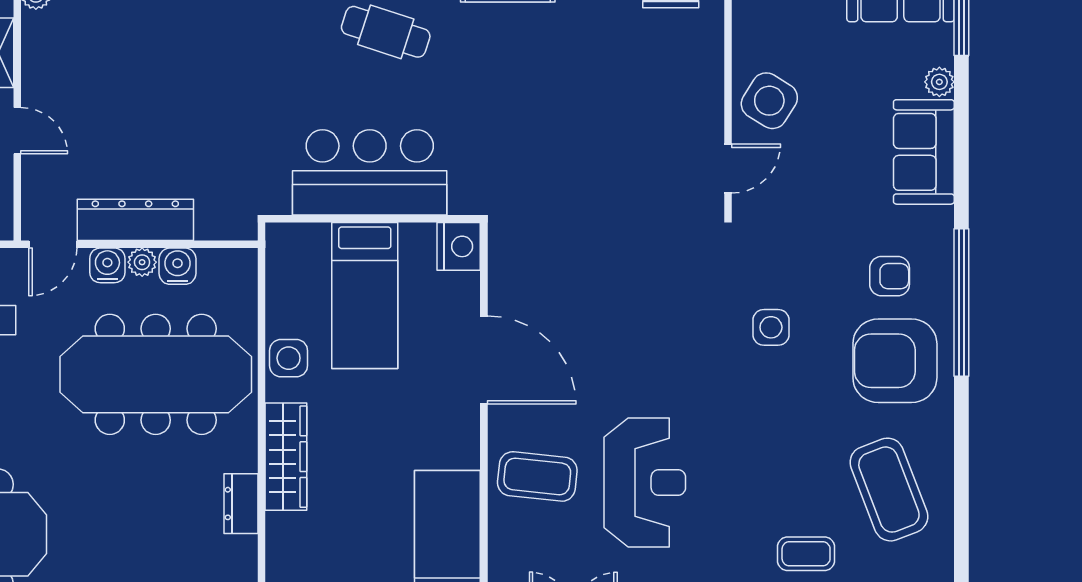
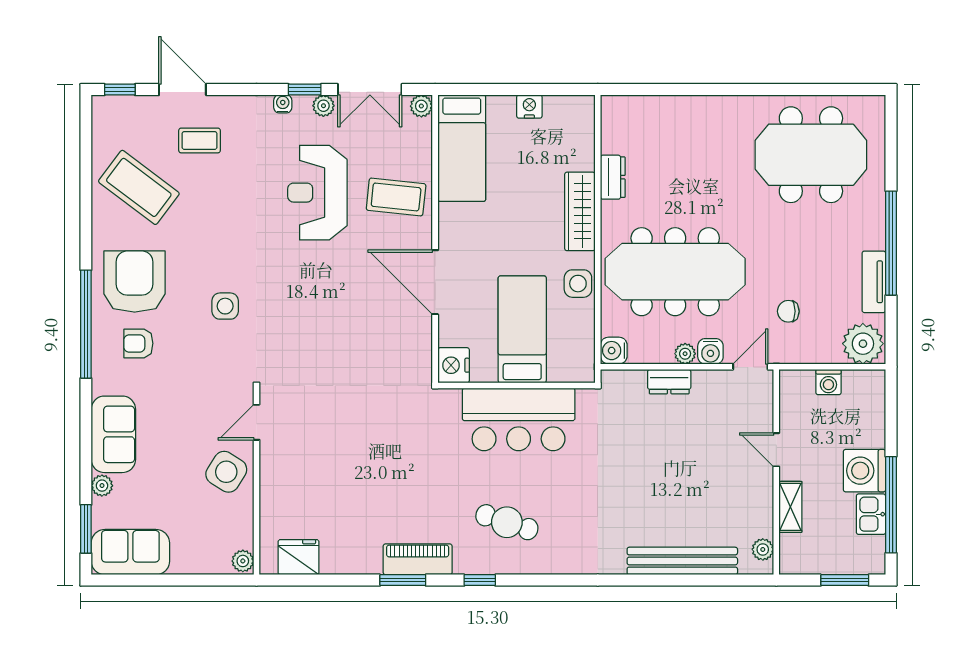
dresser: (135, 220) -> (669, 382), width x0.51, depth x0.80
water cooler: (178, 266) -> (614, 351), moved, turned 90
armchair: (895, 361) -> (135, 282), turned -90
coffee table: (889, 490) -> (139, 187), turned -32

